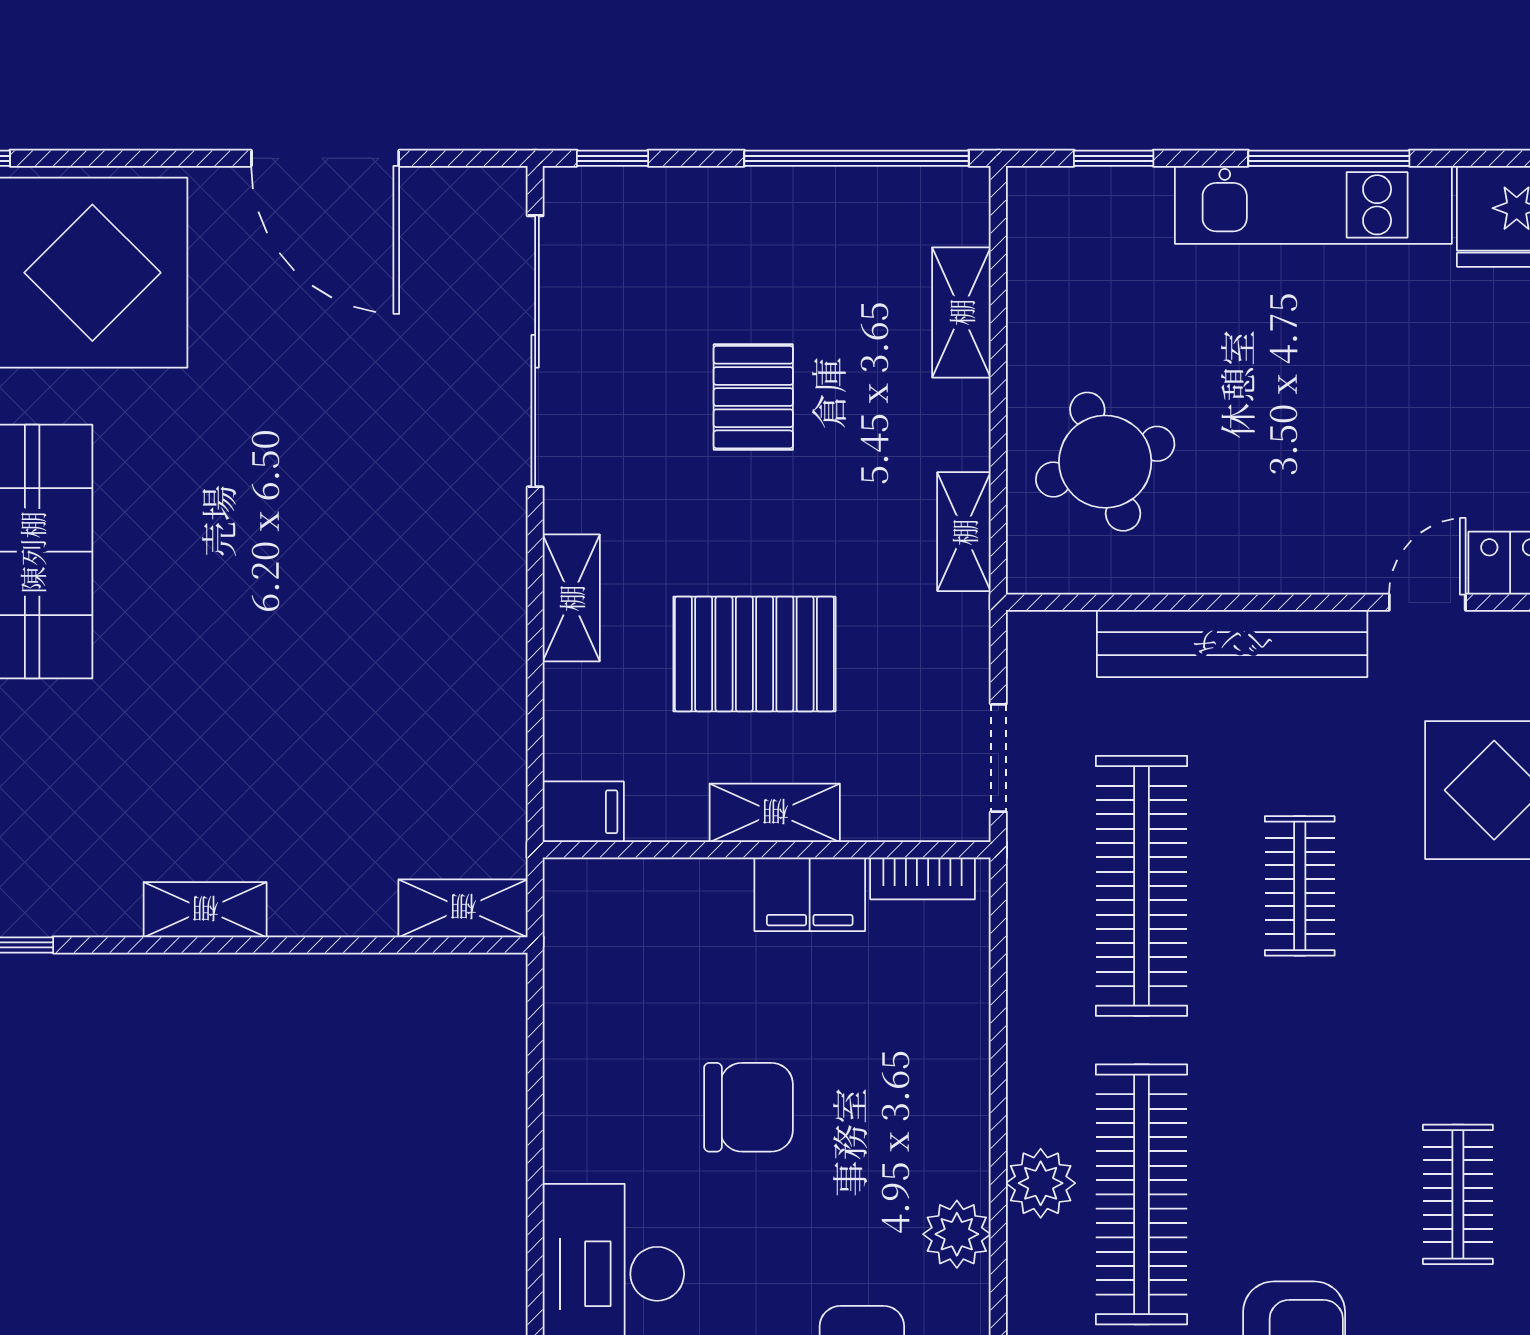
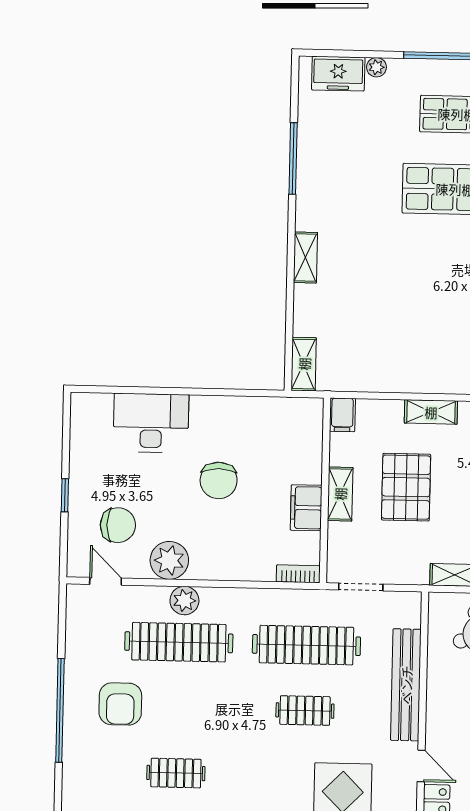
bookcase: (923, 878) -> (298, 574), moved, turned 90
plant: (957, 1234) -> (169, 560), width x1.36, depth x1.36

